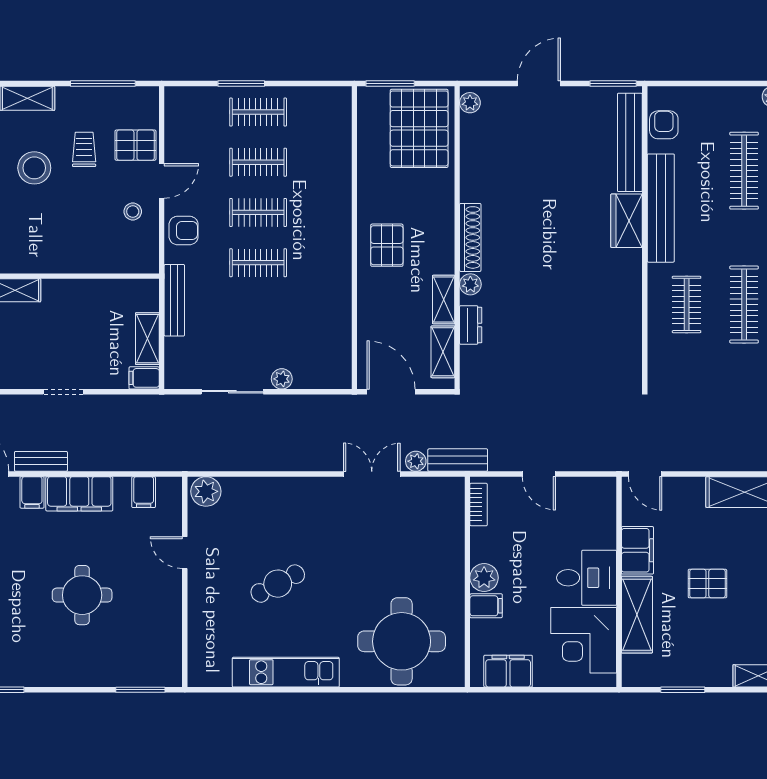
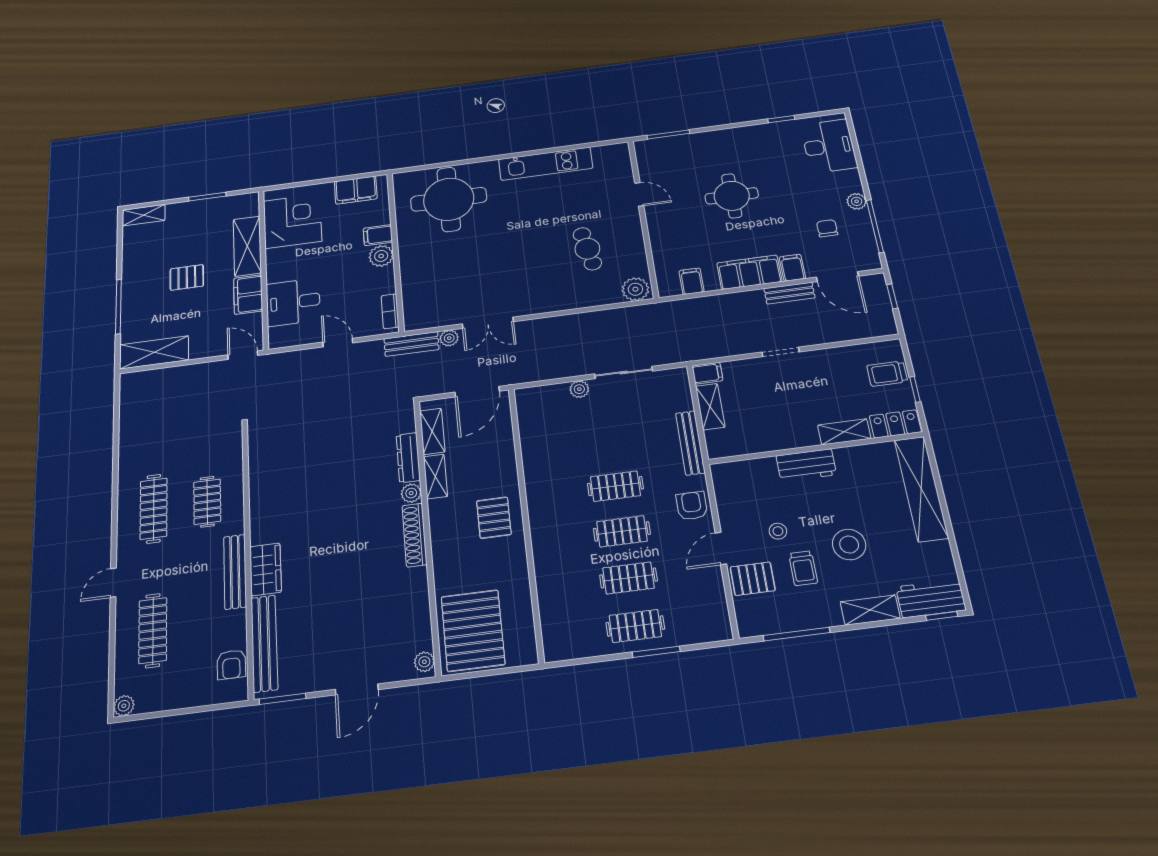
window: (390, 83) -> (506, 671), removed
bench: (661, 208) -> (235, 572), width x0.73, depth x0.82
stool: (133, 212) -> (778, 531), moved
armchair: (184, 230) -> (692, 506), turned 90
workbench: (60, 259) -> (806, 465), added
dresser: (471, 325) -> (408, 458), width x1.44
door: (391, 392) -> (477, 392), hinge flipped
door: (185, 553) -> (639, 194), moved
desk: (587, 578) -> (293, 302), moved
cafe table: (278, 584) -> (587, 249), moved, turned -73

